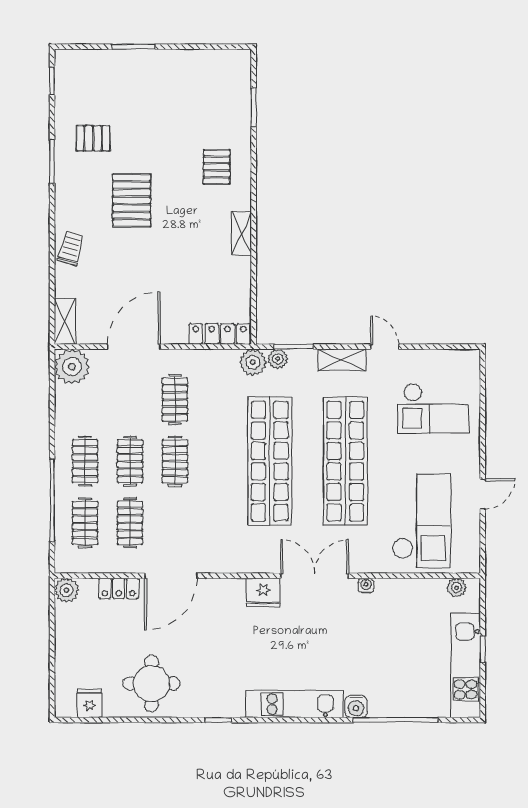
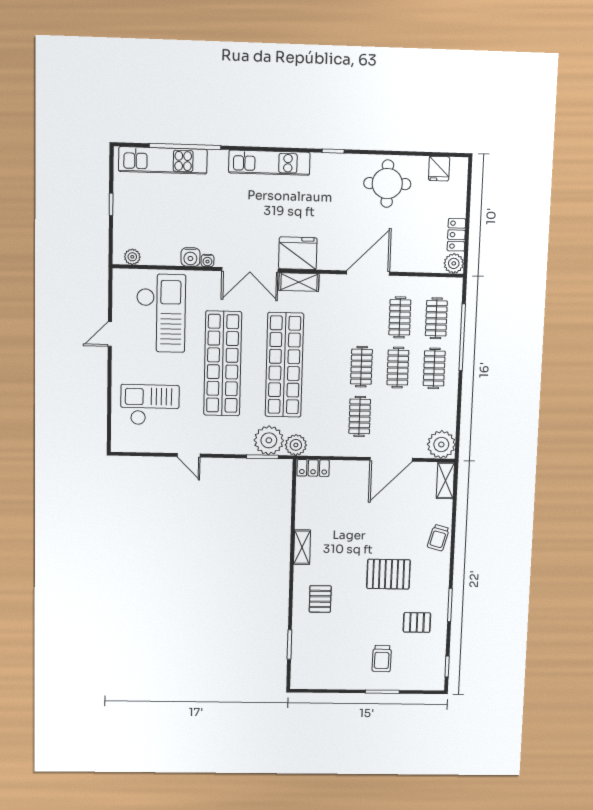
trolley: (136, 90) -> (382, 659), added
pallet: (132, 200) -> (388, 574), turned 90
locker: (220, 334) -> (313, 468), width x0.66
plant: (278, 359) -> (269, 440), width x1.88, depth x1.88
shelving: (342, 360) -> (299, 282), moved
checkout: (421, 521) -> (161, 313), turned 180
locker: (119, 588) -> (456, 235), moved, turned -90
fridge: (263, 592) -> (298, 253), width x1.36, depth x1.34
kitchen unit: (466, 665) -> (163, 160), moved, turned 90
water cooler: (356, 706) -> (190, 257), moved, turned 180

